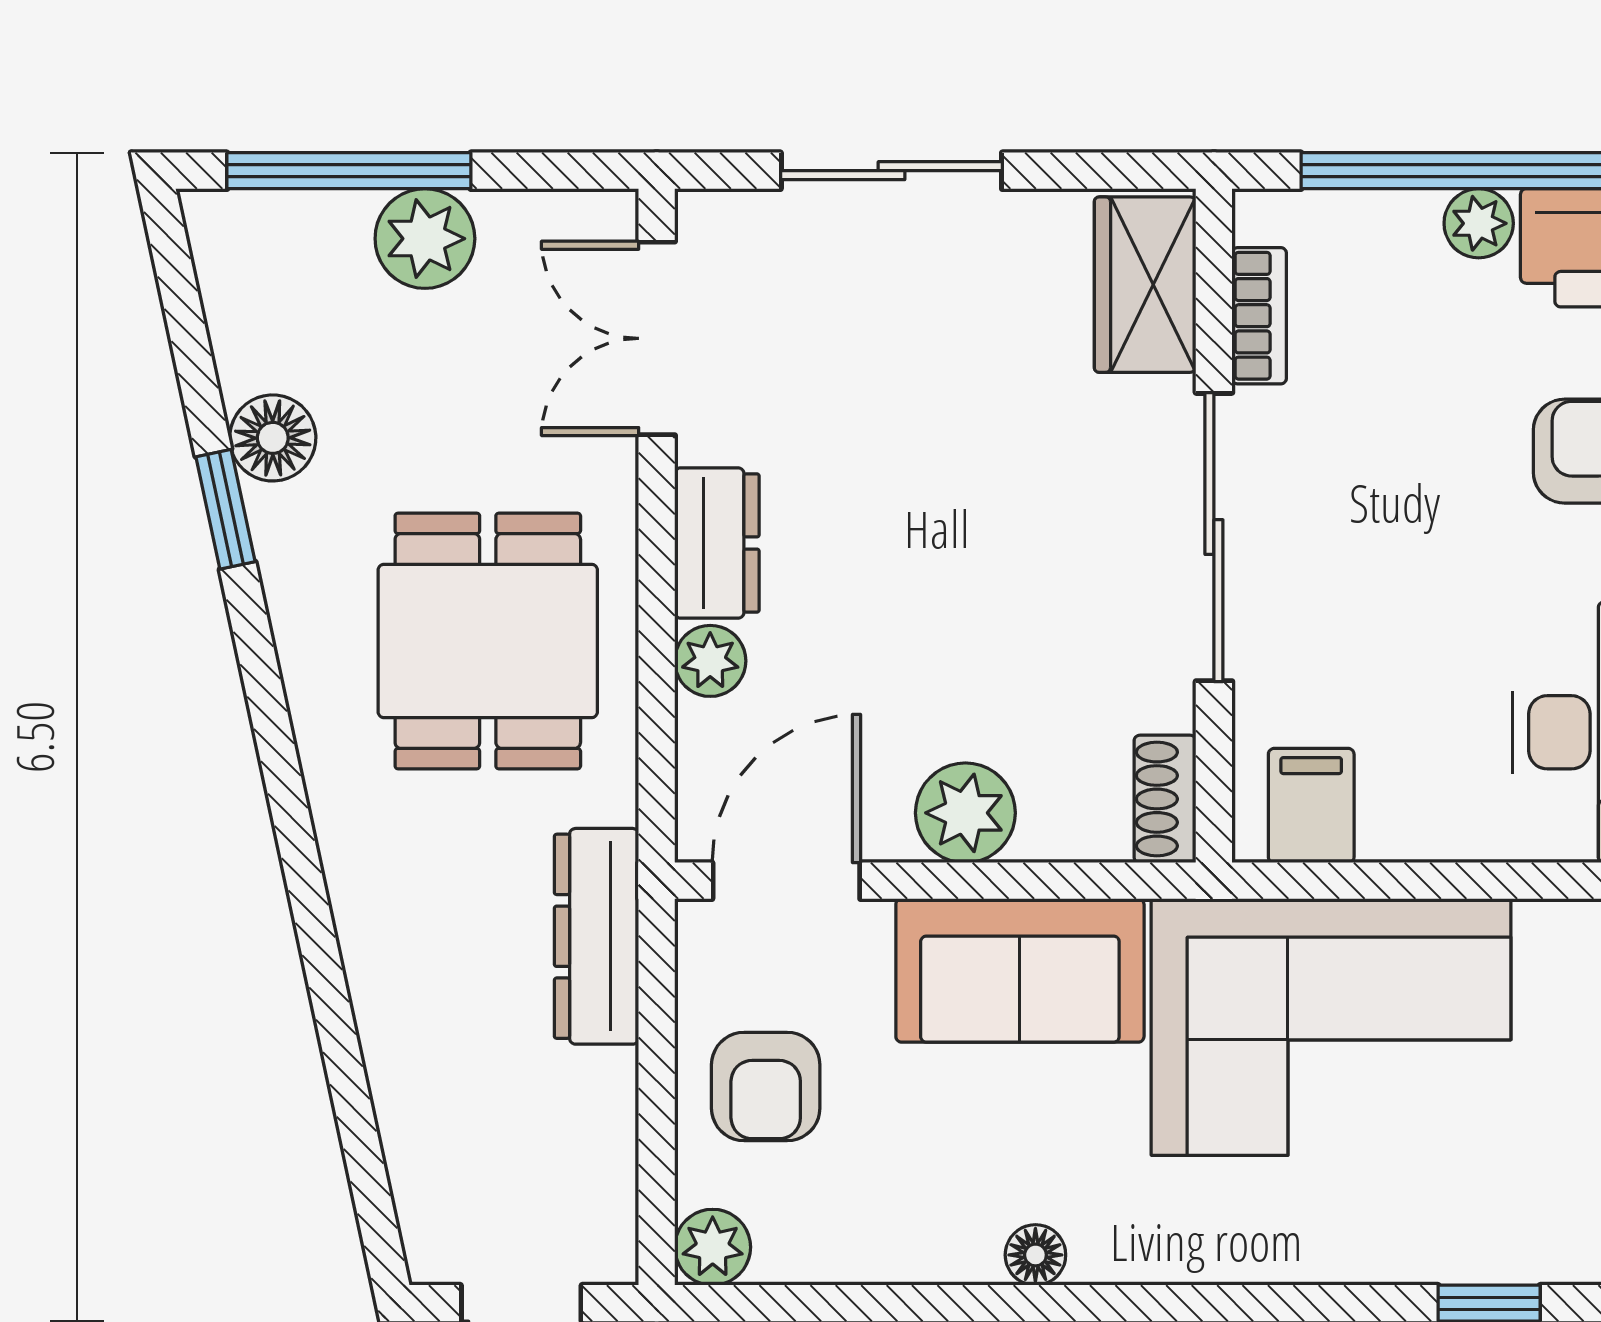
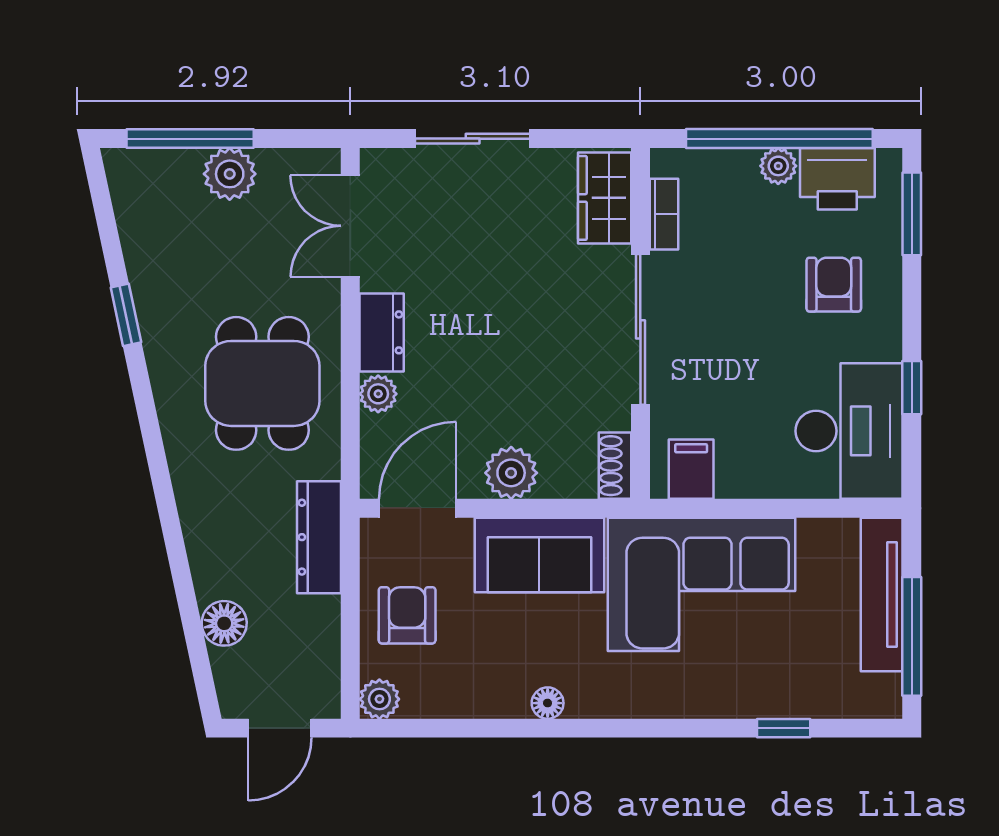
floor lamp: (273, 438) -> (224, 623), moved
armchair: (766, 1087) -> (407, 615), turned 180

